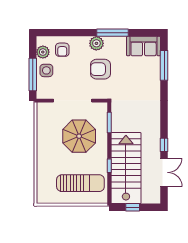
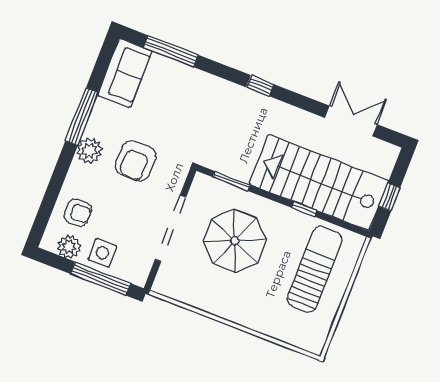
window: (164, 145) -> (260, 86), moved

